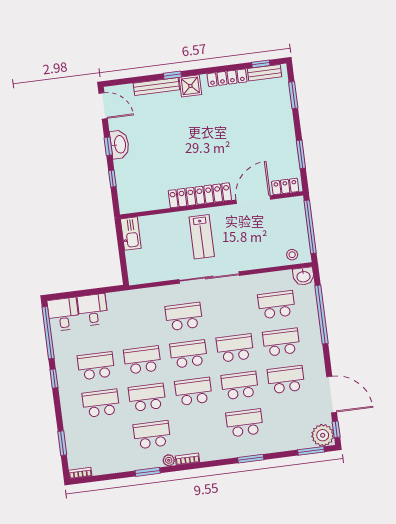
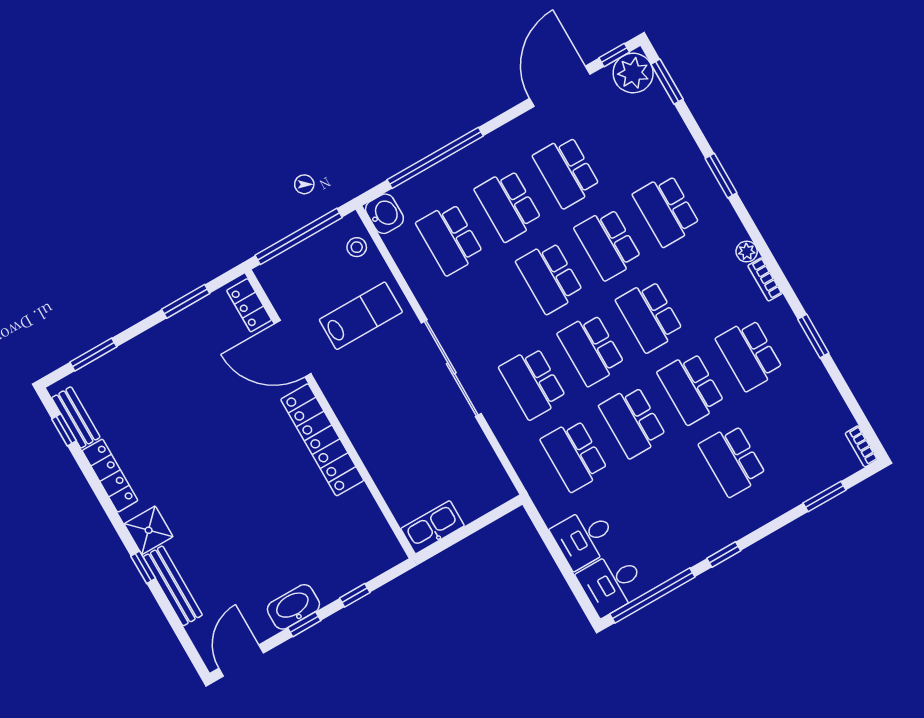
lab bench: (202, 237) -> (361, 316), moved
school desk: (96, 366) -> (574, 455), moved
plant: (169, 460) -> (747, 252), moved

